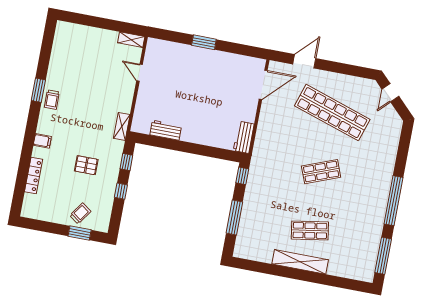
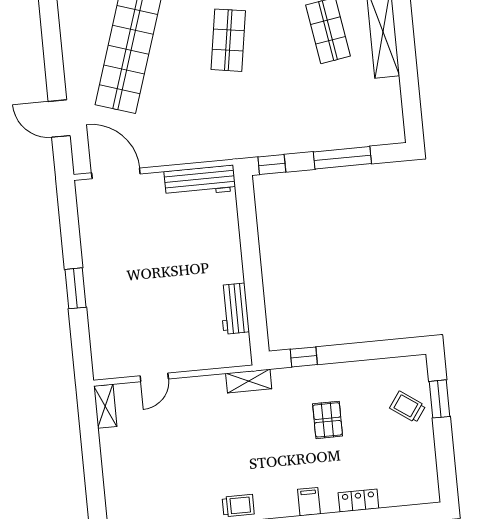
workbench: (244, 137) -> (200, 181), width x1.38
shop shelf: (321, 172) -> (228, 40), turned 30
locker: (34, 176) -> (358, 501), width x0.66
window: (121, 191) -> (353, 352), removed

